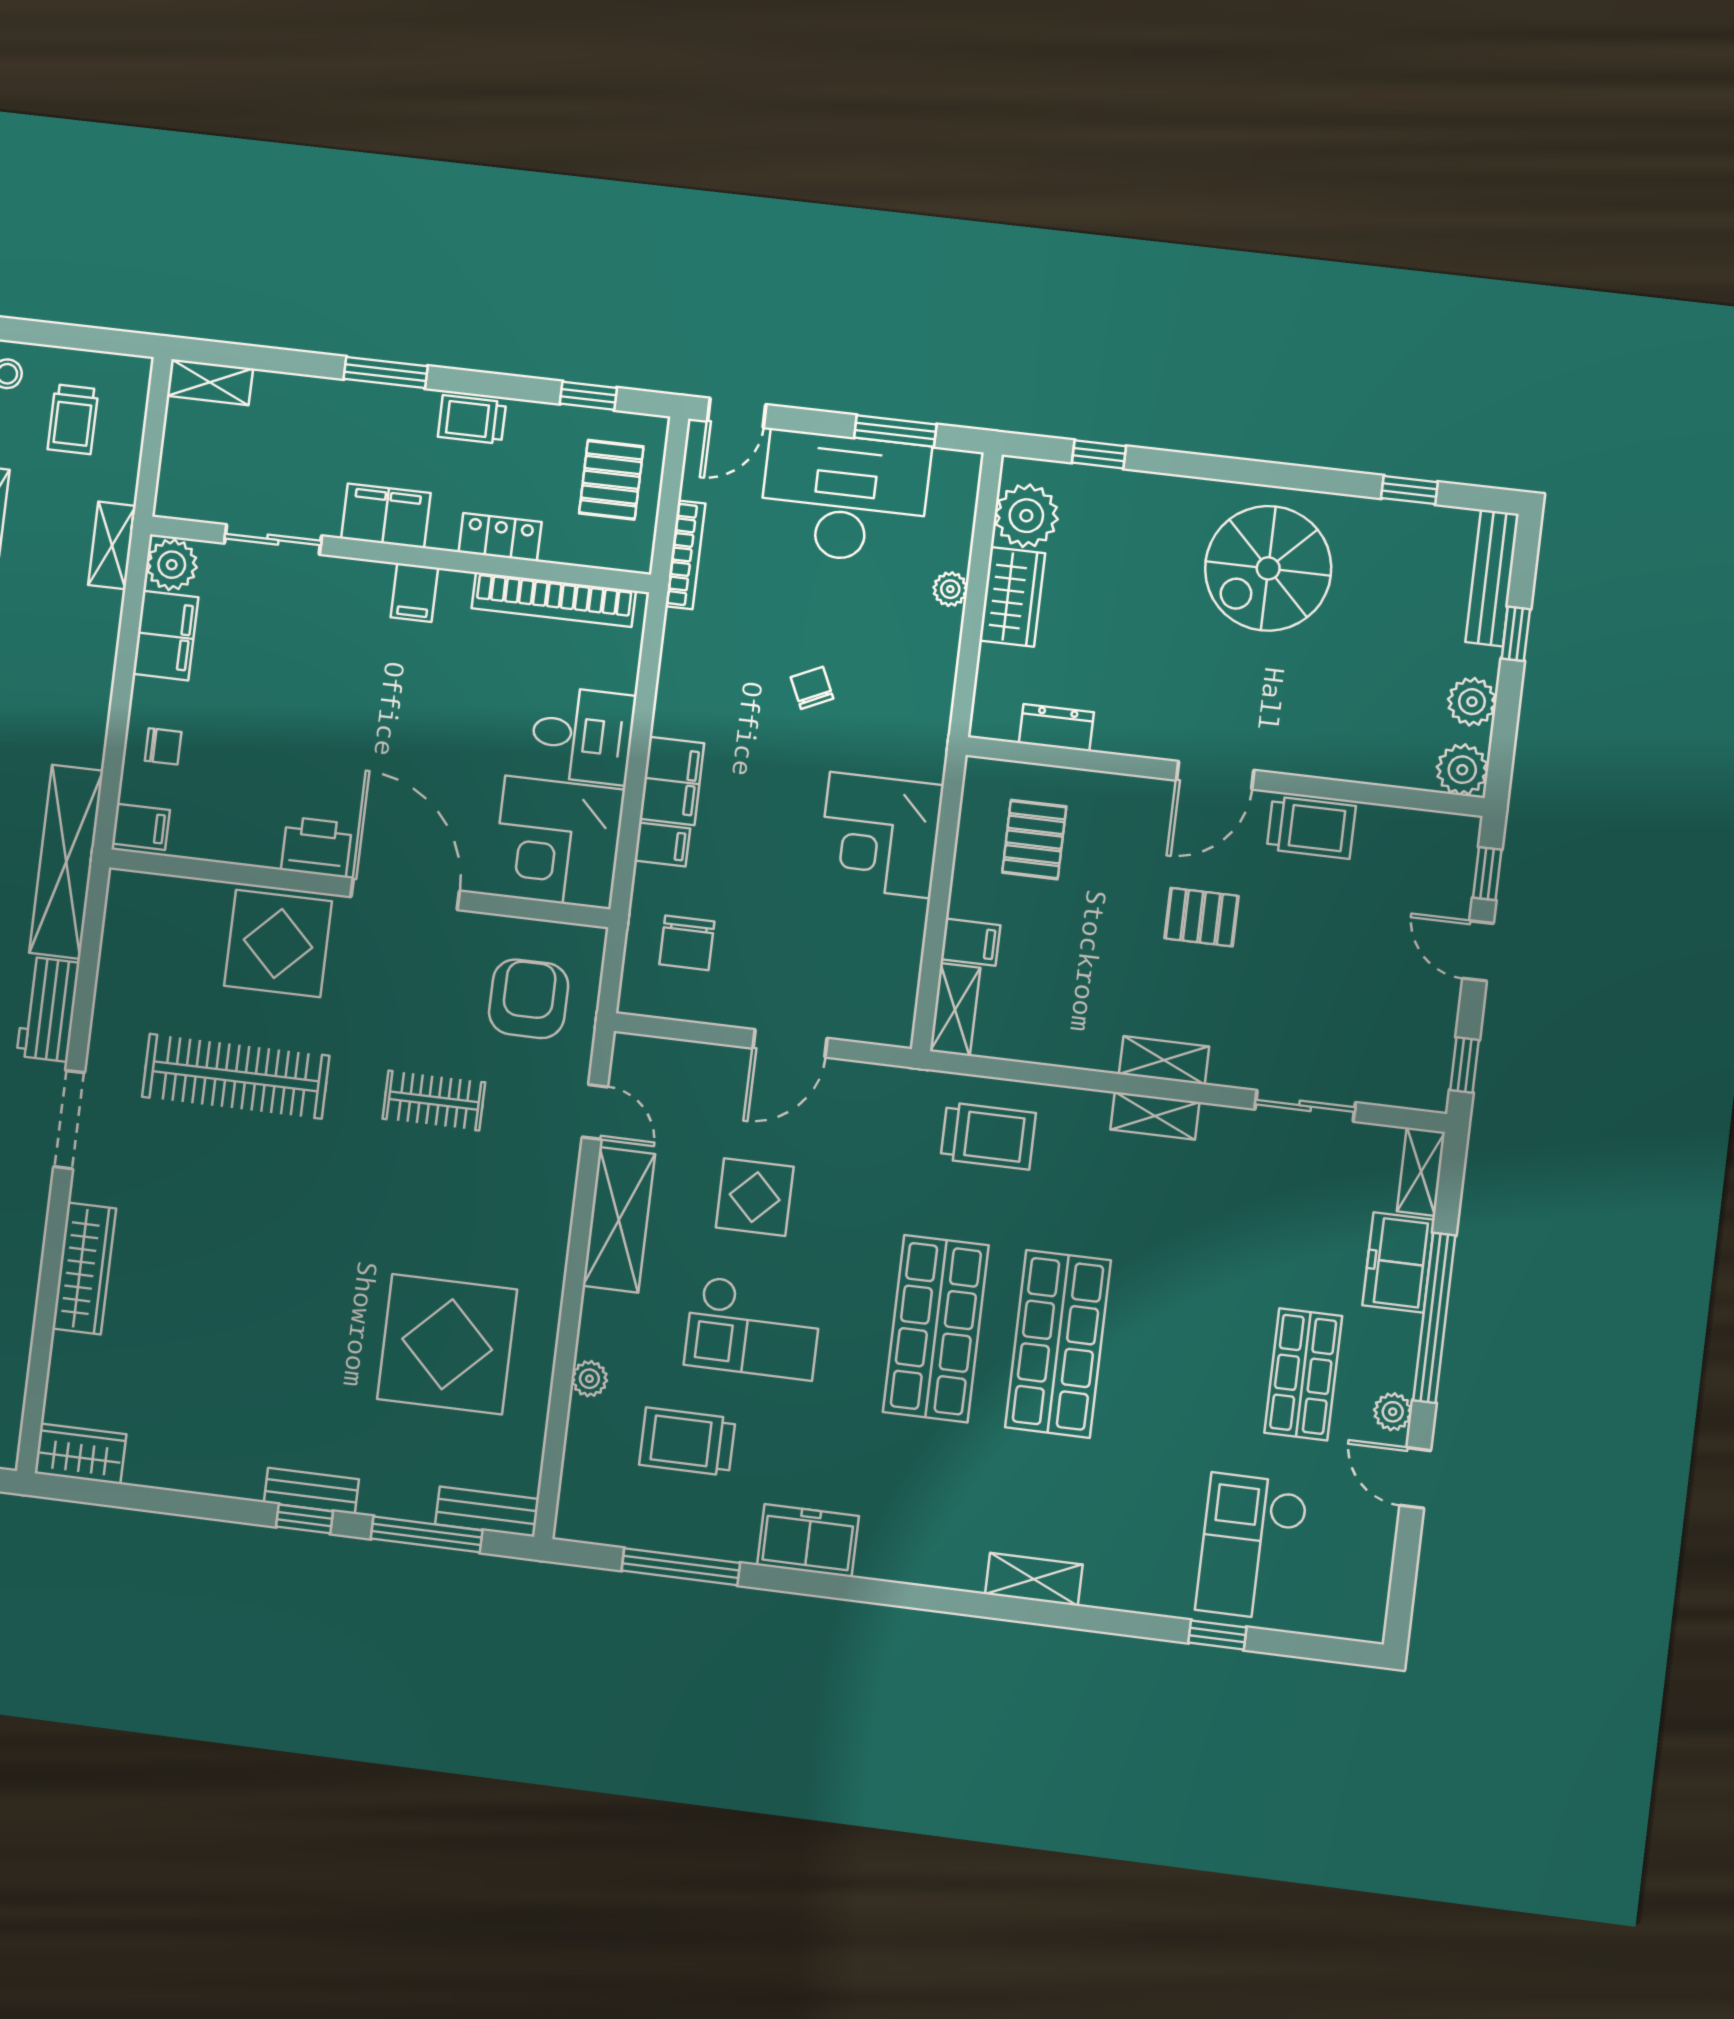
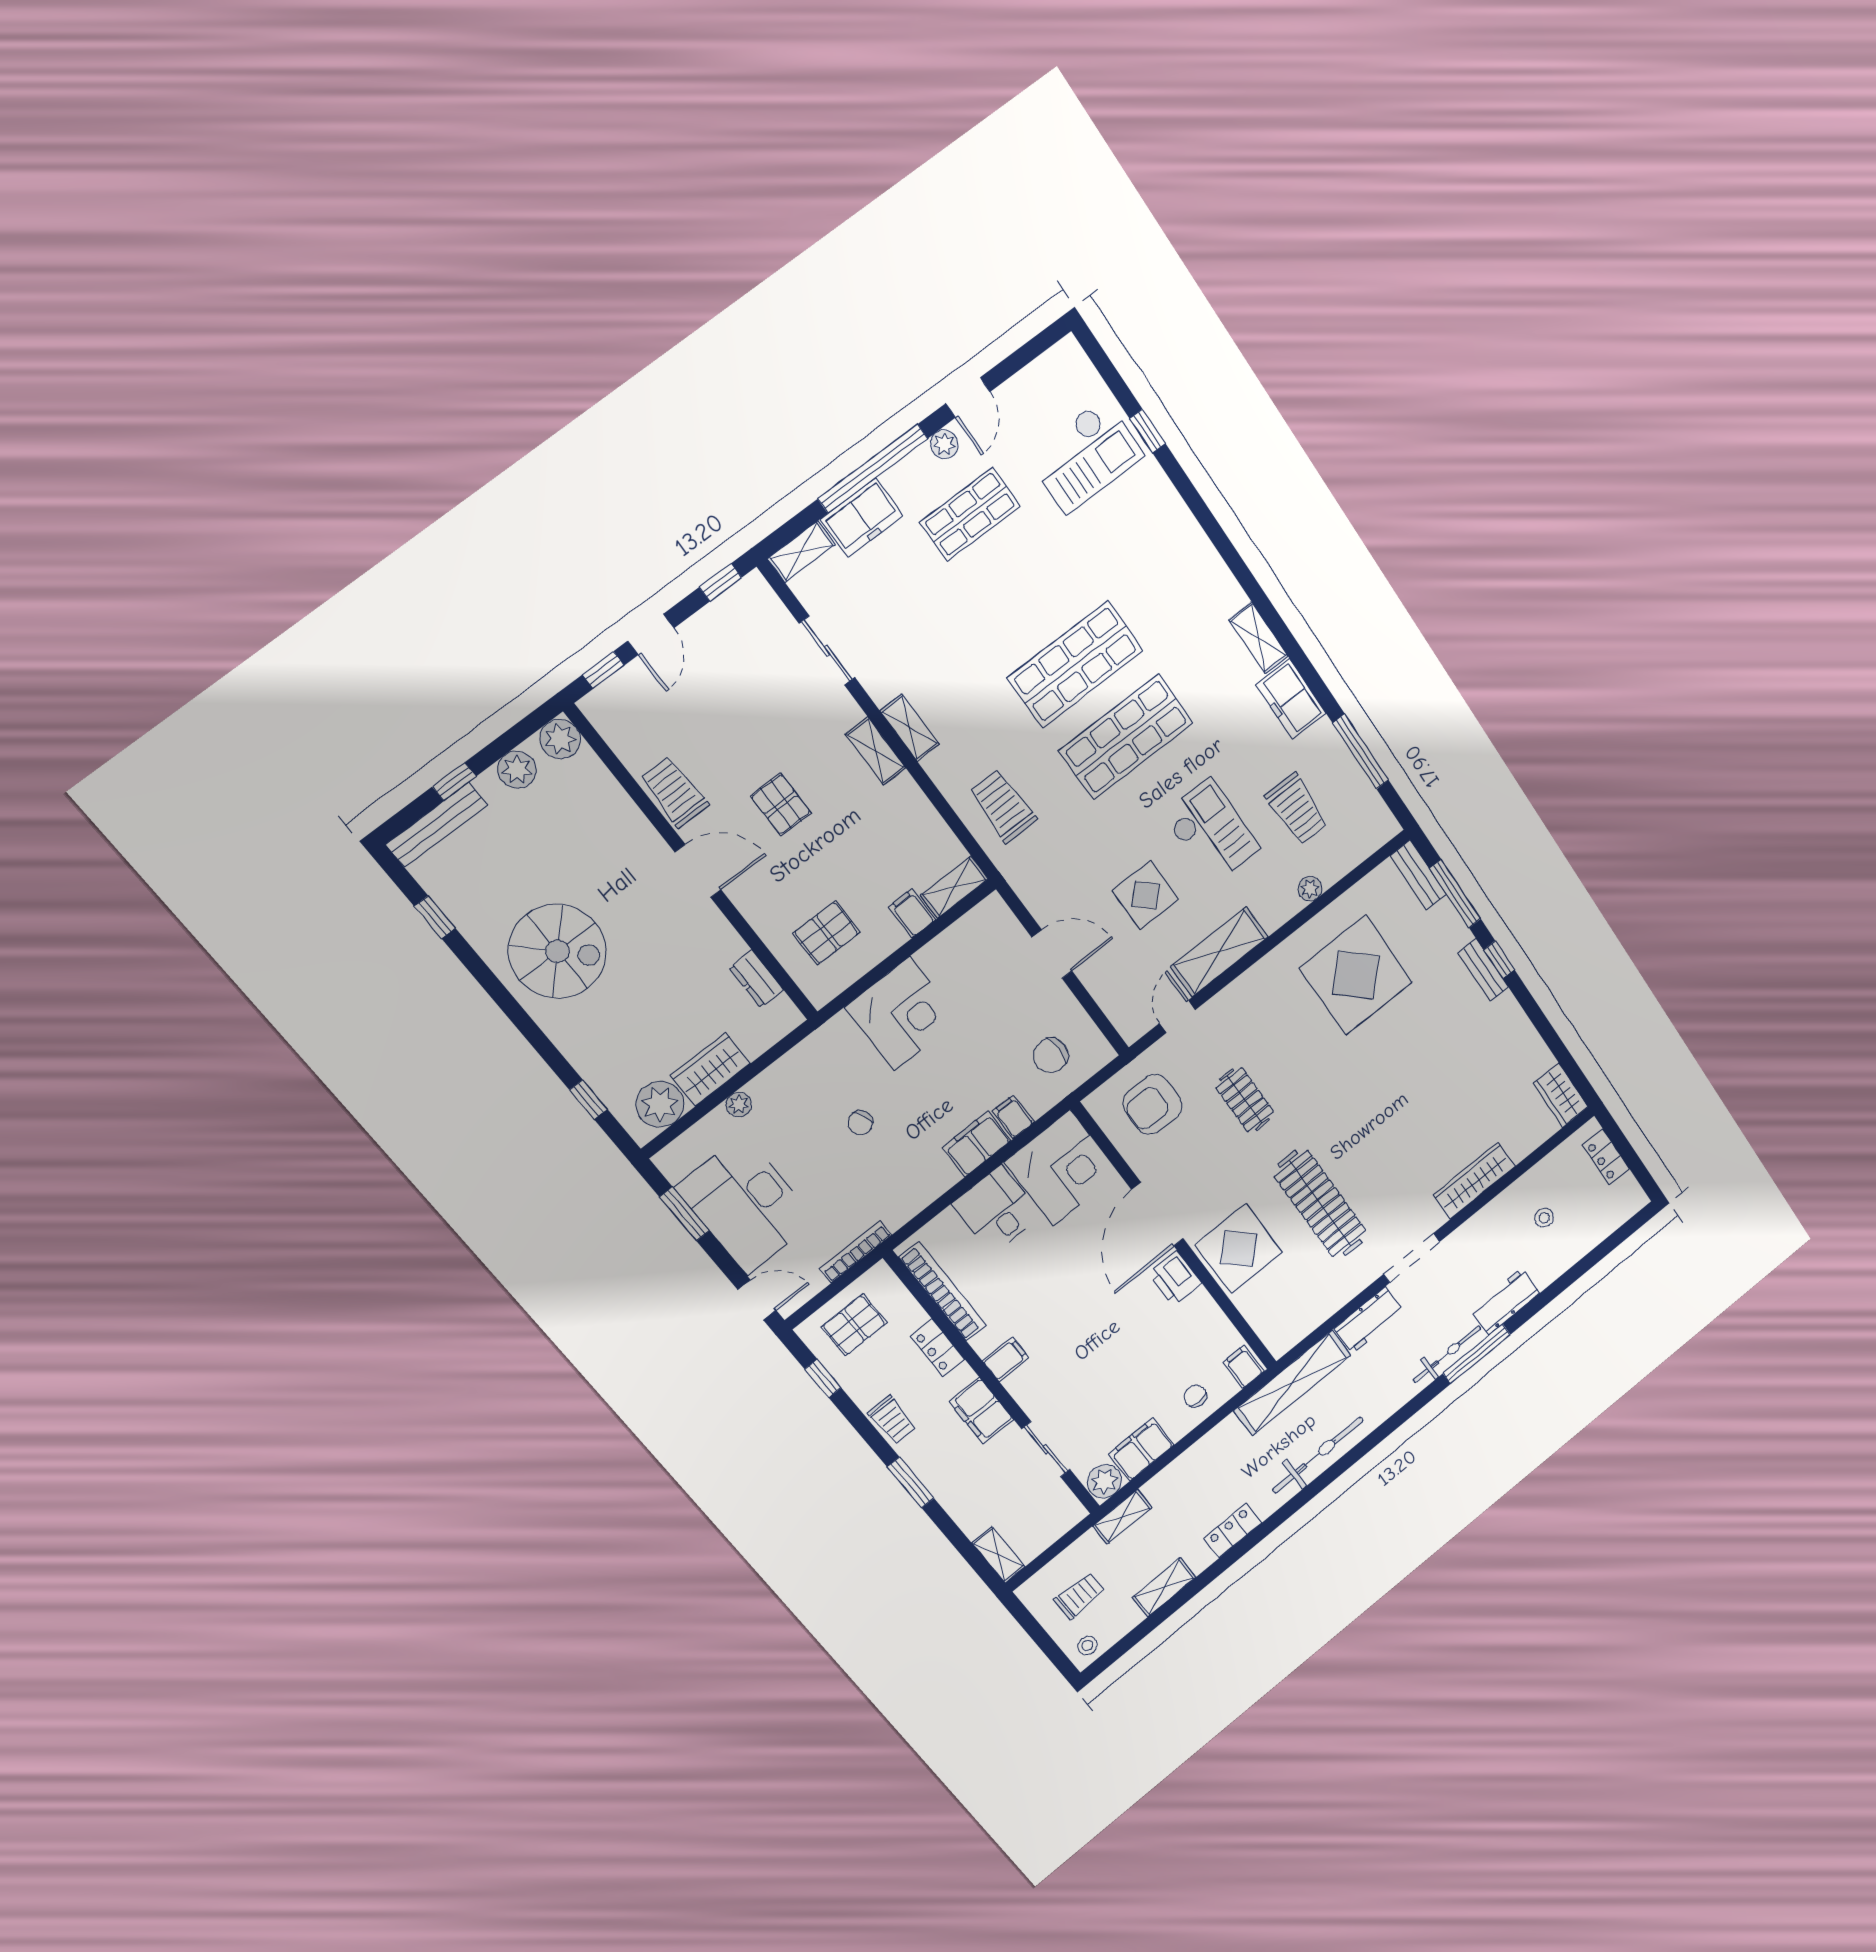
chair: (687, 943) -> (1051, 1055), turned 180
shelving: (1034, 1579) -> (1259, 638), moved

